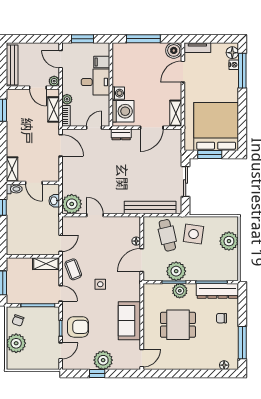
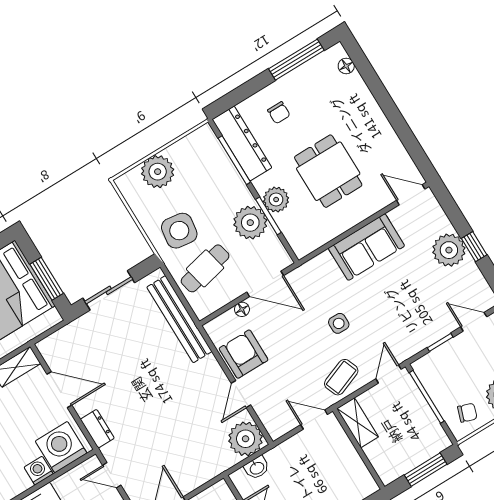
armchair: (78, 327) -> (244, 354), moved

